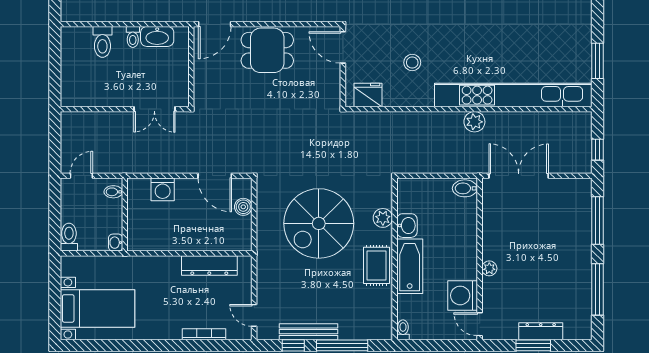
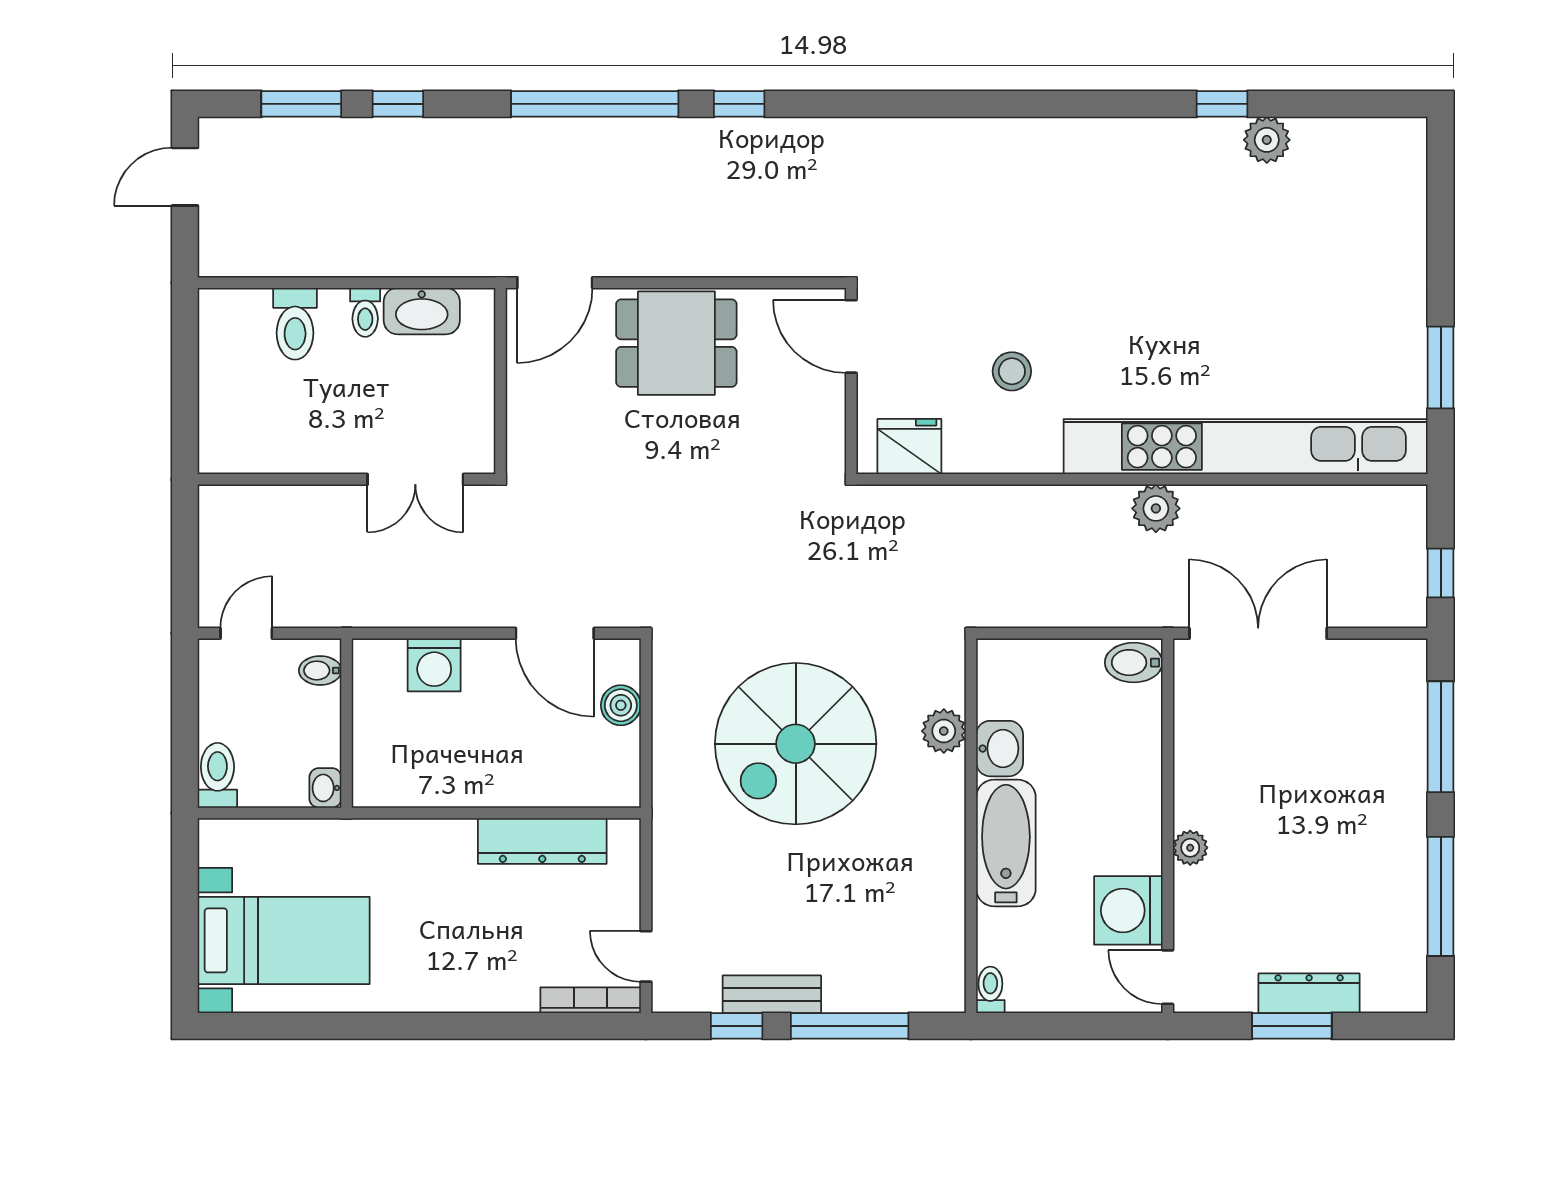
rug: (376, 265) -> (929, 841), removed
bench: (309, 332) -> (772, 994), width x0.73
bookcase: (204, 334) -> (591, 1000), moved

